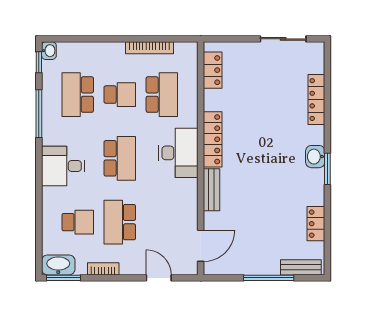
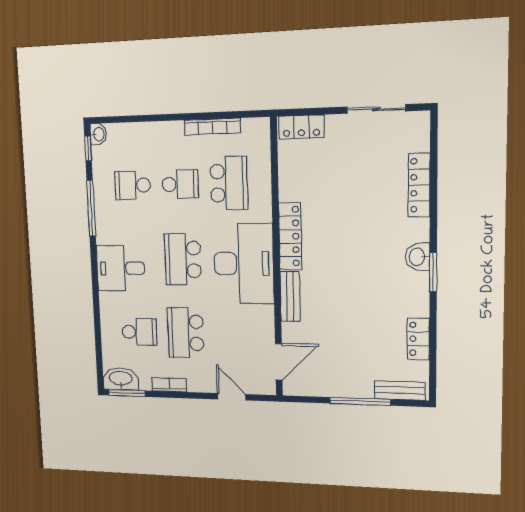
locker: (213, 70) -> (301, 127), moved, turned 90
school desk: (78, 95) -> (133, 185), width x0.54
desk: (178, 153) -> (244, 264), width x1.36, depth x1.30
school desk: (120, 158) -> (183, 259), turned 180

